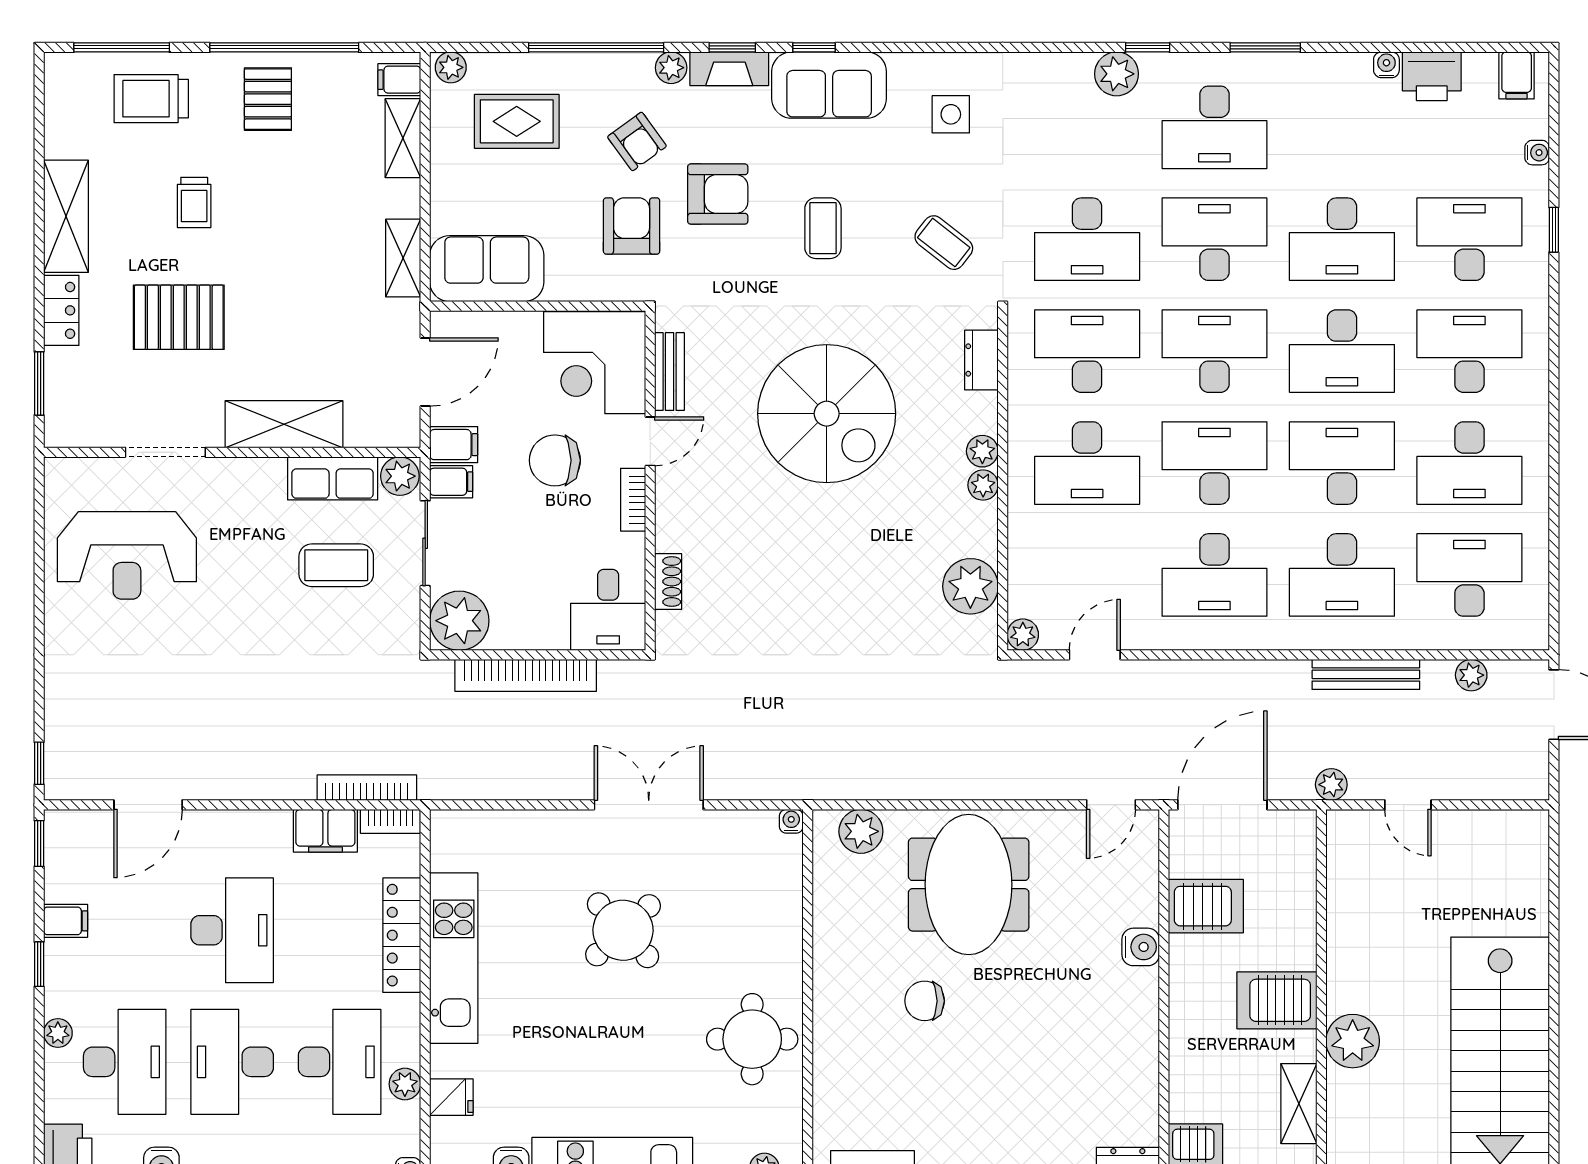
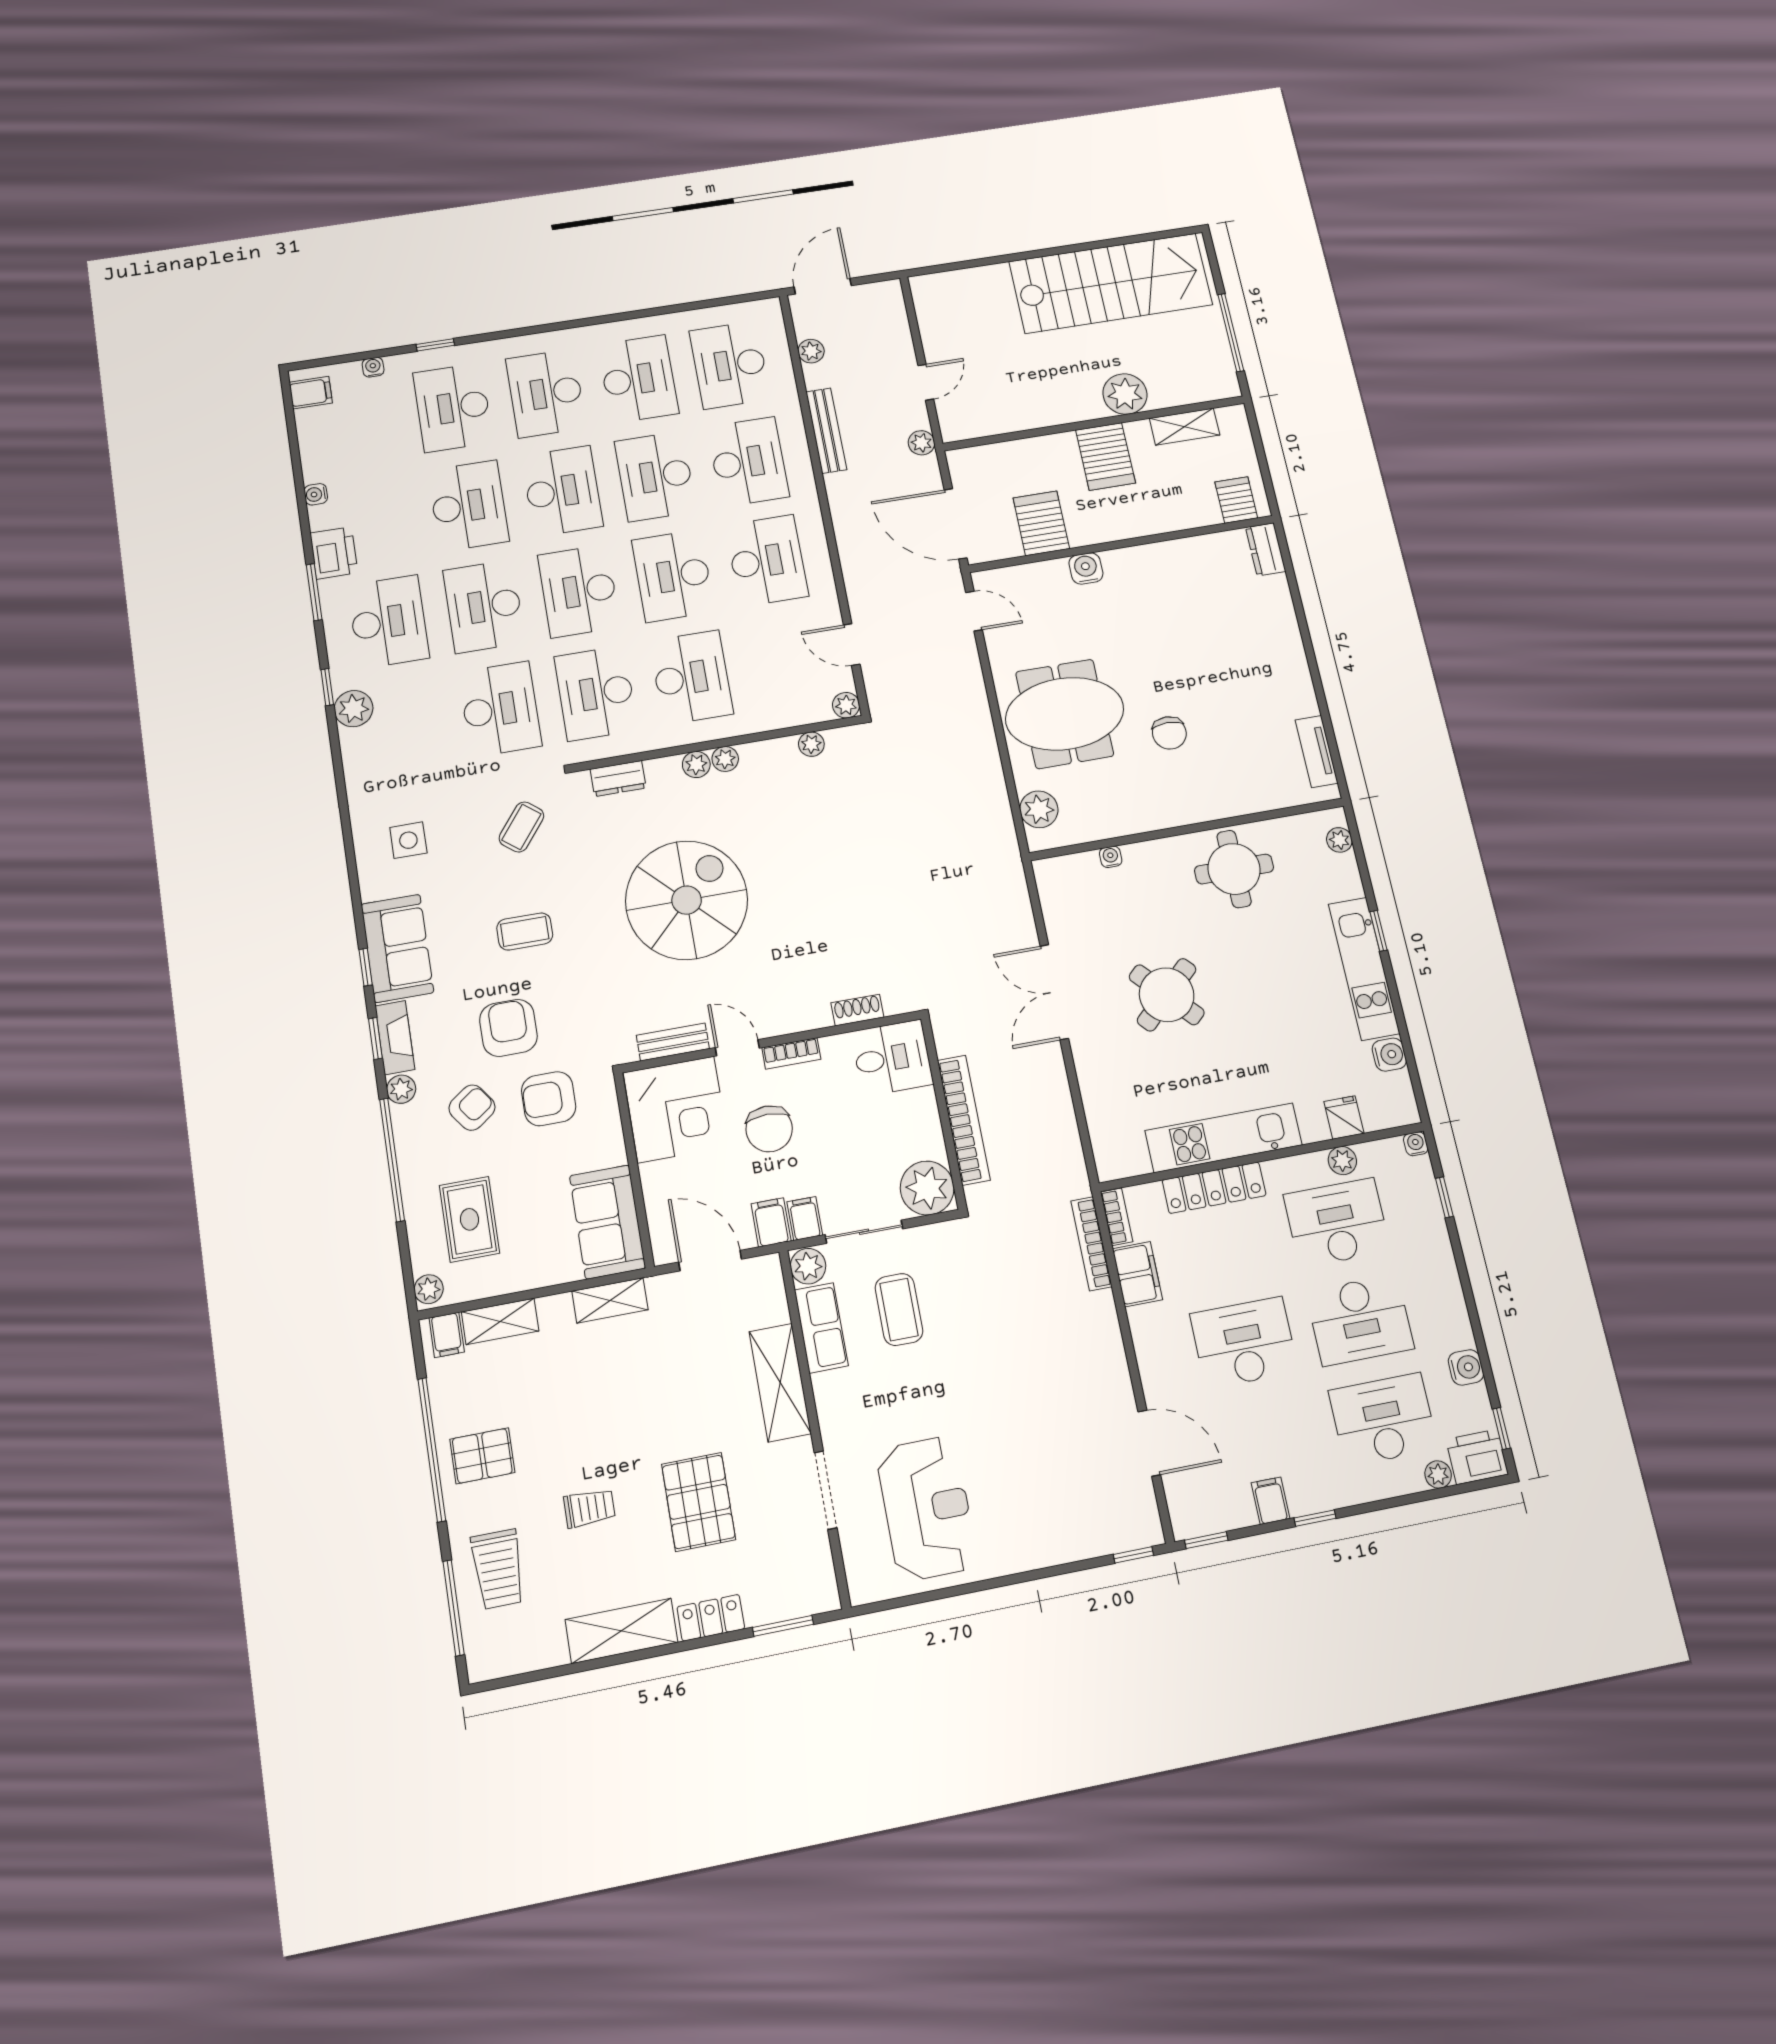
printer: (1432, 76) -> (334, 553), moved
plant: (970, 586) -> (811, 744), width x0.53, depth x0.53
water cooler: (791, 821) -> (1111, 857), moved, turned 90
plant: (58, 1033) -> (1438, 1474), moved

